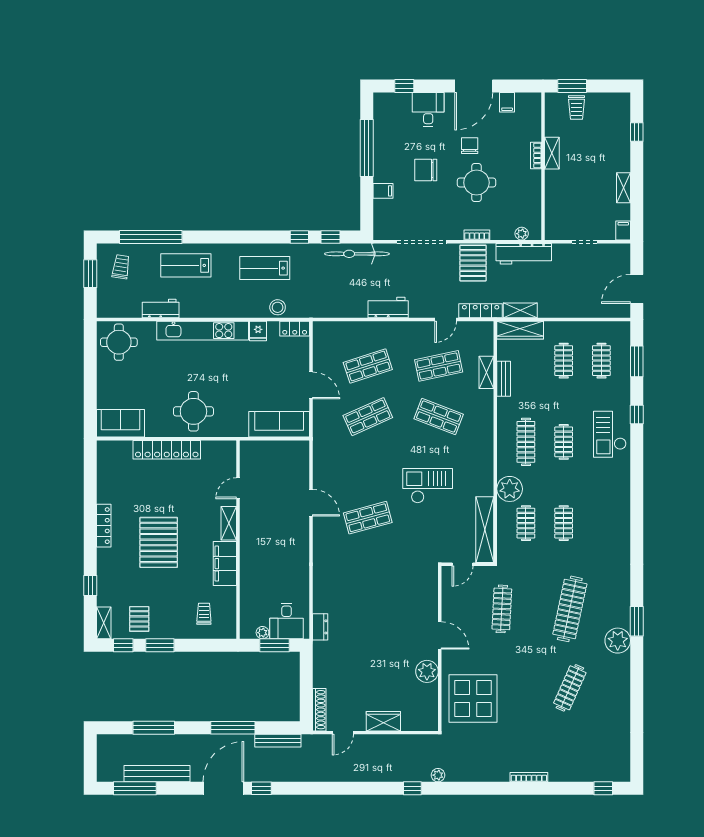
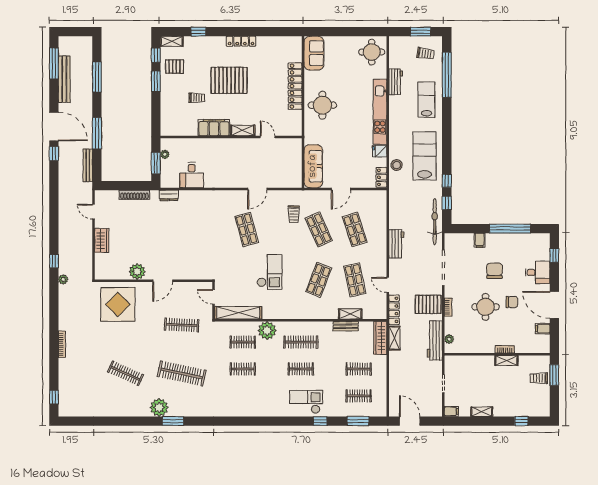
lab bench: (265, 268) -> (425, 156), width x1.36, depth x1.39
trolley: (346, 452) -> (294, 214), added
trolley: (204, 614) -> (197, 98), moved
desk: (287, 621) -> (192, 175), moved, turned -90
shoe rack: (319, 710) -> (134, 195), moved

